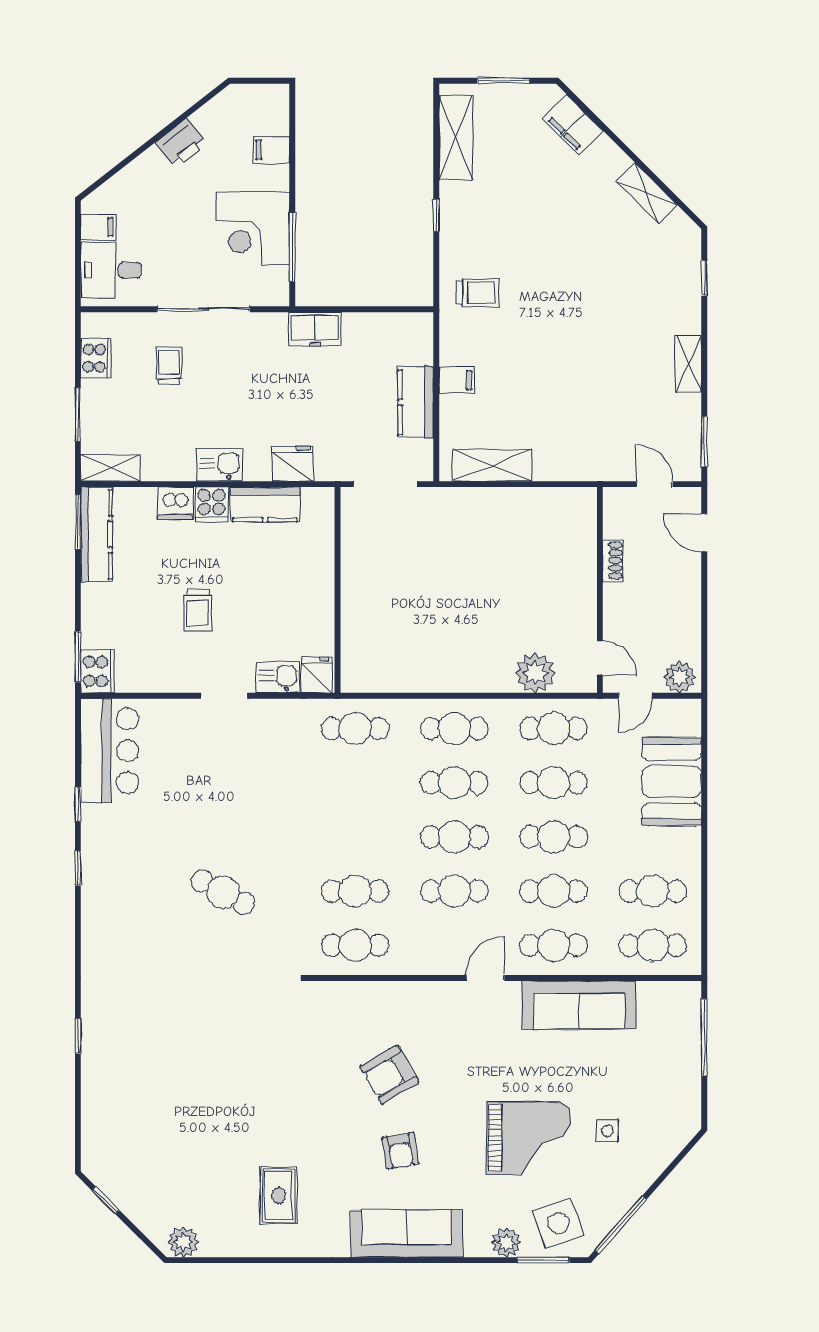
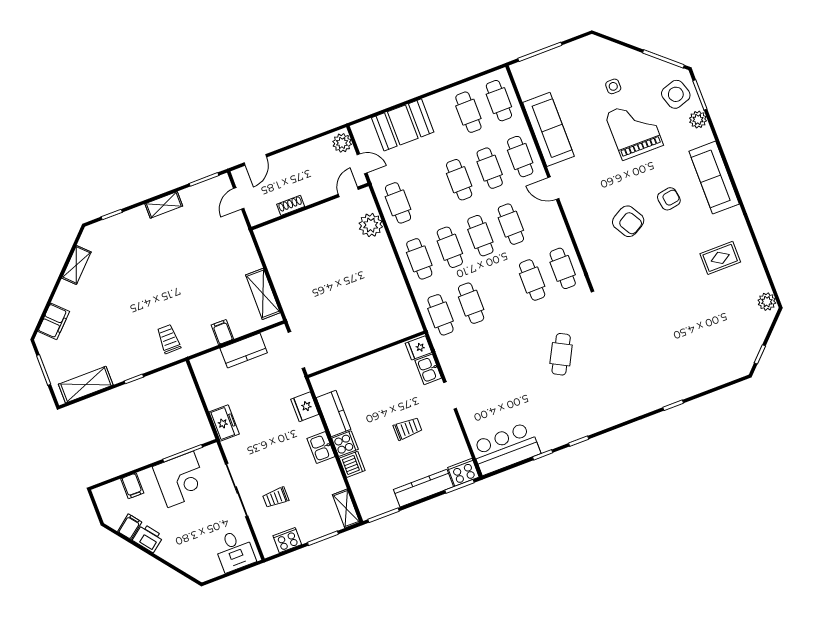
filing cabinet: (98, 227) -> (130, 527), moved, turned 52
kitchen counter: (97, 534) -> (423, 488), moved
cafe table: (554, 783) -> (471, 303), moved

